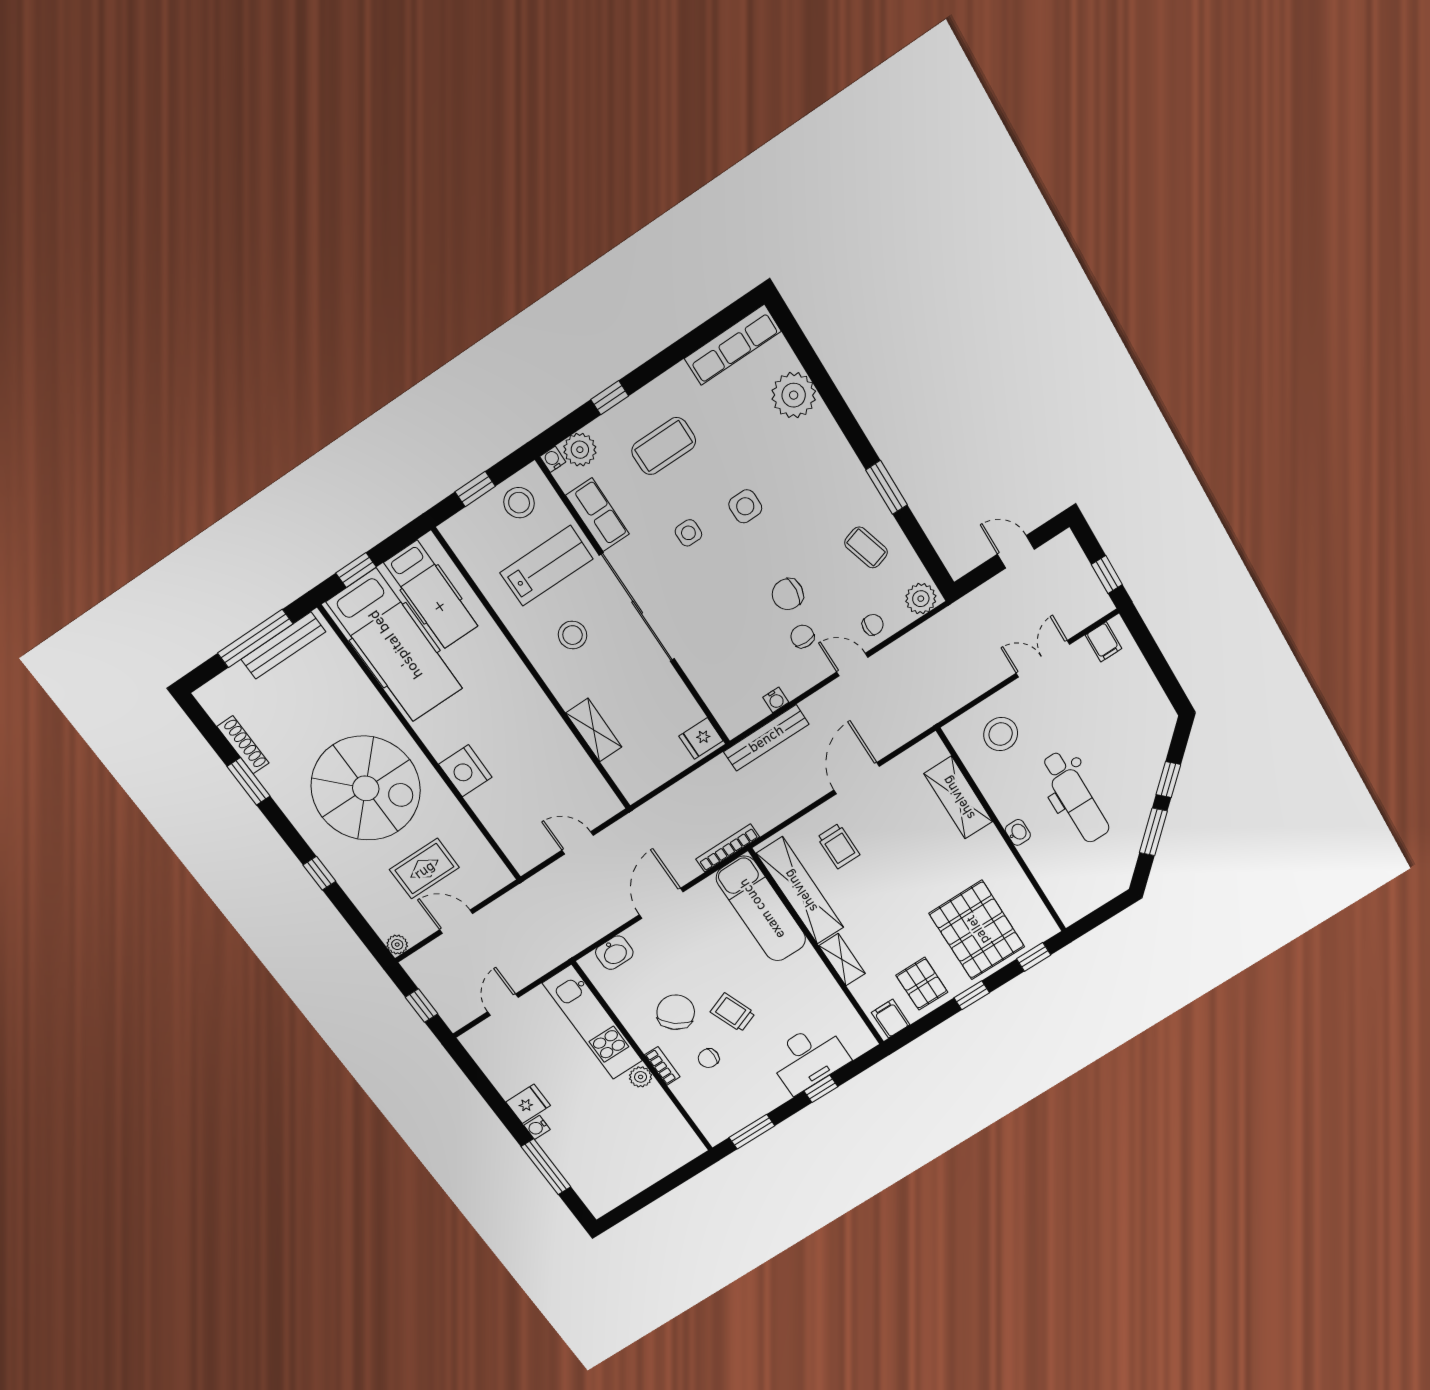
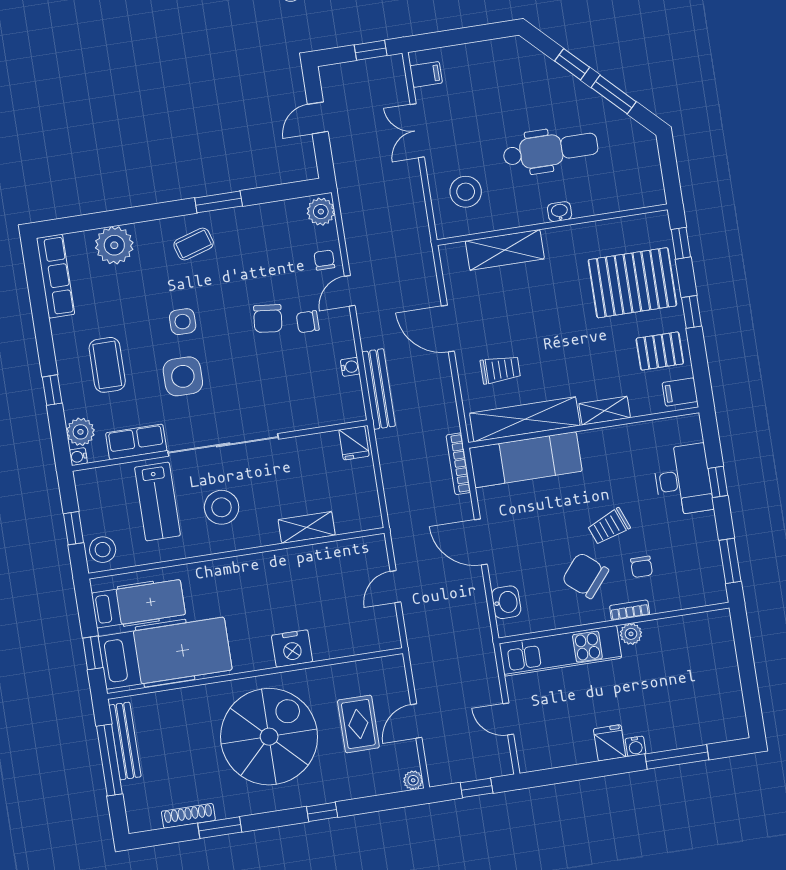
stool: (519, 503) -> (103, 550), moved
side table: (688, 533) -> (183, 376), width x1.87, depth x1.87
coffee table: (866, 547) -> (194, 244), moved
lab bench: (546, 566) -> (157, 501), turned 180
stool: (573, 635) -> (222, 507), width x1.38, depth x1.38

